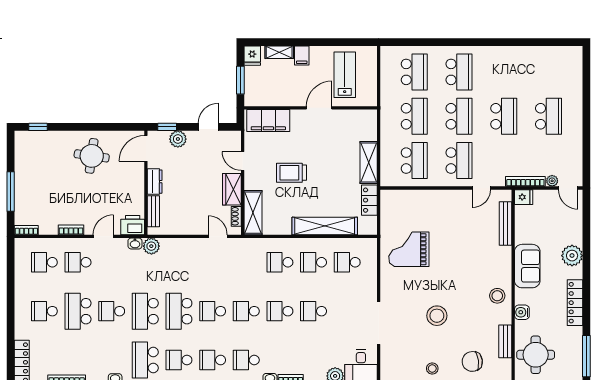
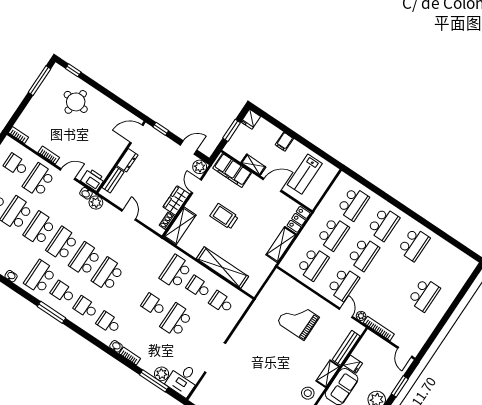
shelving: (279, 52) -> (253, 165), moved
lab bench: (345, 75) -> (305, 174), turned 180
school desk: (504, 116) -> (414, 244), moved
plant: (178, 139) -> (200, 167), moved
round table: (92, 156) -> (76, 102), moved
plant: (552, 181) -> (361, 316), moved
door: (481, 188) -> (346, 313), swing flipped
window: (11, 191) -> (39, 81), moved
fridge: (524, 197) -> (353, 364), moved
locker: (369, 200) -> (299, 219), moved
window: (586, 226) -> (400, 386), added
door: (218, 236) -> (129, 215), moved
grand piano: (409, 249) -> (298, 320), moved
school desk: (78, 262) -> (39, 180), width x1.85
school desk: (280, 262) -> (176, 272), width x1.85
shelving: (504, 262) -> (328, 374), added
school desk: (112, 311) -> (39, 229), width x1.85
school desk: (213, 311) -> (108, 274), width x1.85
school desk: (246, 311) -> (131, 290), removed
school desk: (314, 311) -> (176, 320), width x1.85
stool: (437, 316) -> (258, 379), removed

